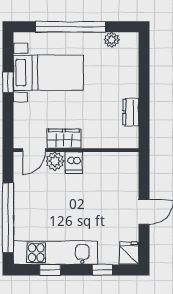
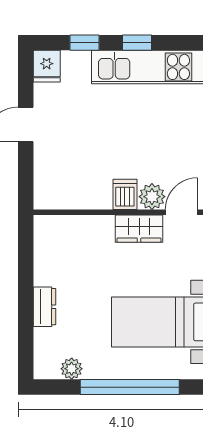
dresser: (131, 112) -> (44, 307), moved
window: (50, 270) -> (137, 43), moved

